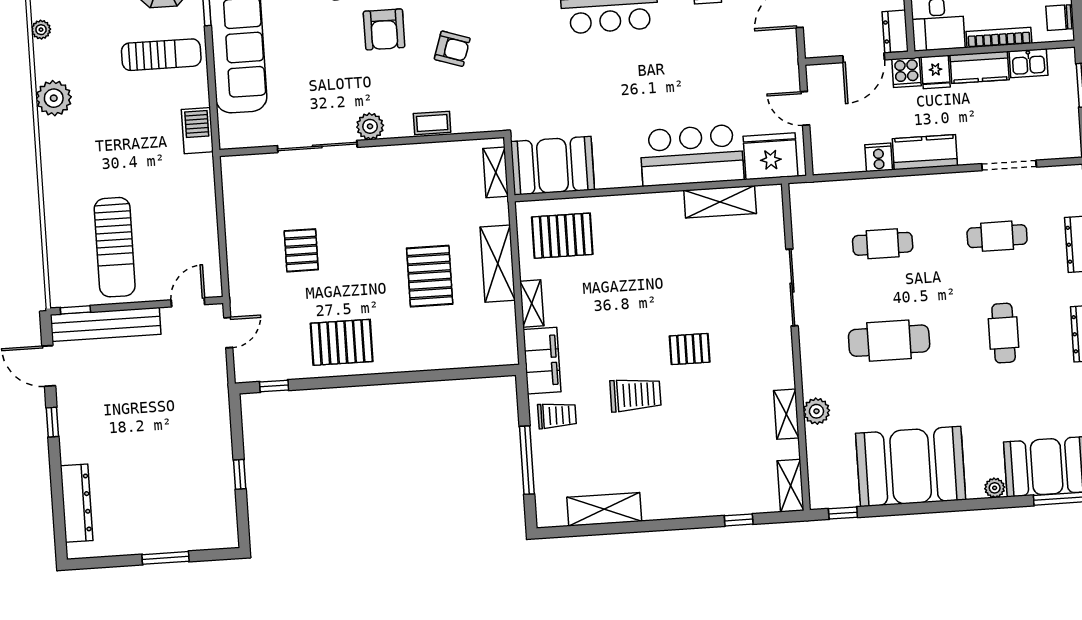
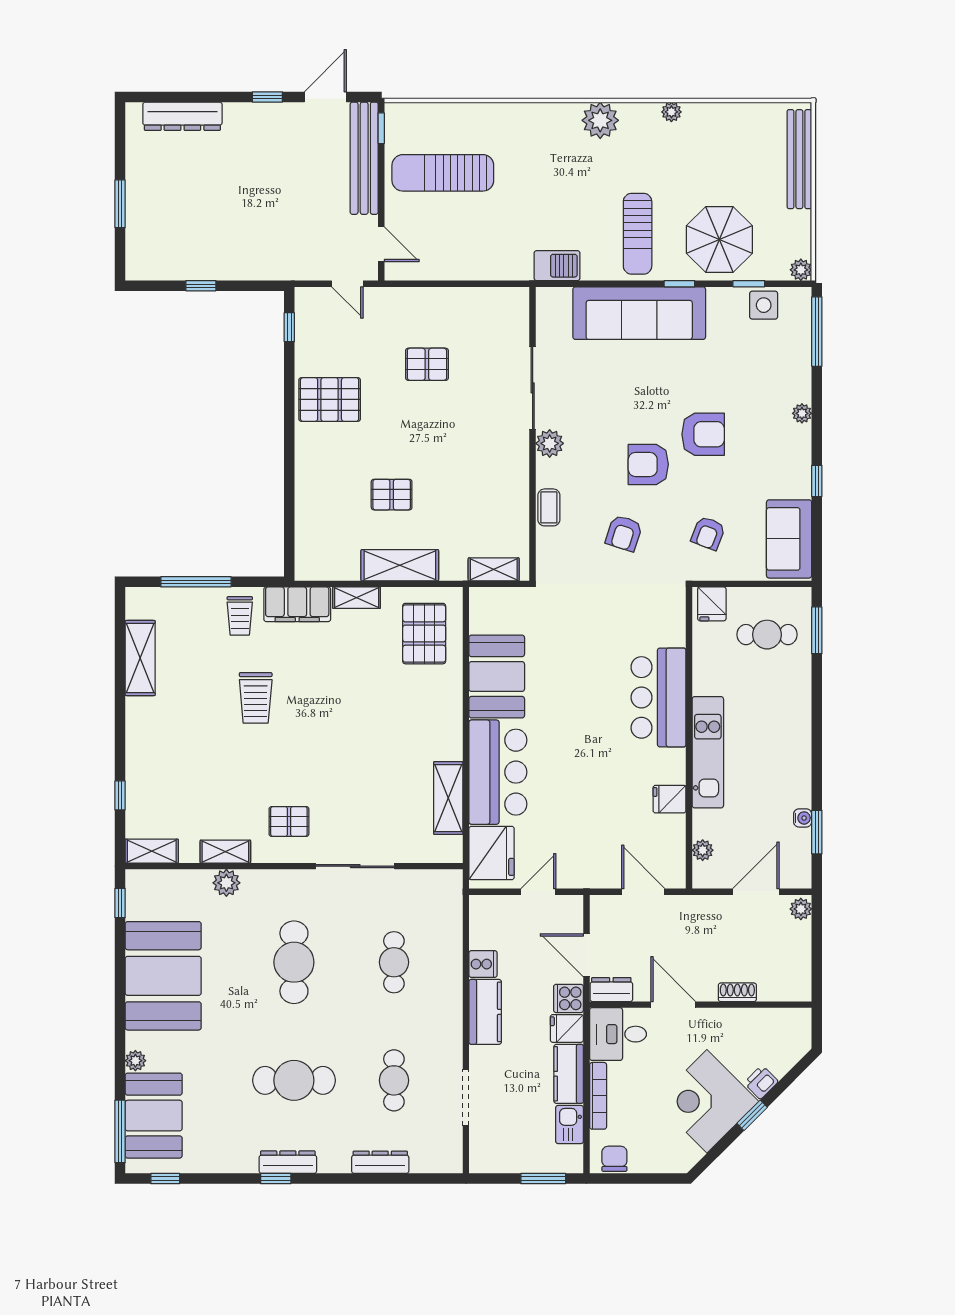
booth: (553, 166) -> (497, 677), moved
pallet: (430, 276) -> (392, 495), width x0.67, depth x0.71
cafe table: (1004, 333) -> (294, 1080), width x1.37, depth x1.35
pallet: (342, 342) -> (330, 399), turned 90
pallet: (690, 349) -> (289, 821), moved, turned 90

